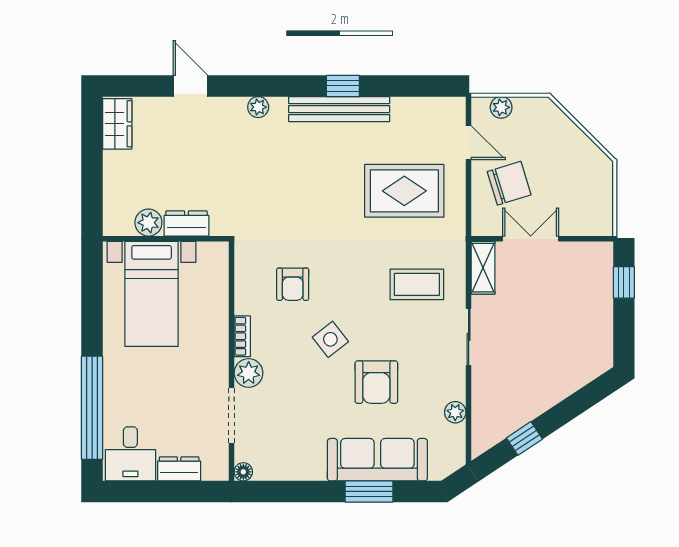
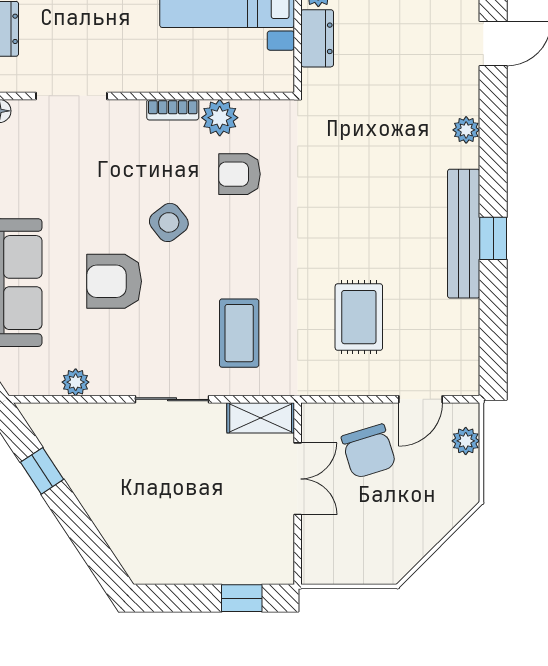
rug: (404, 191) -> (359, 317), width x0.73, depth x0.70
plant: (249, 373) -> (220, 118), moved

